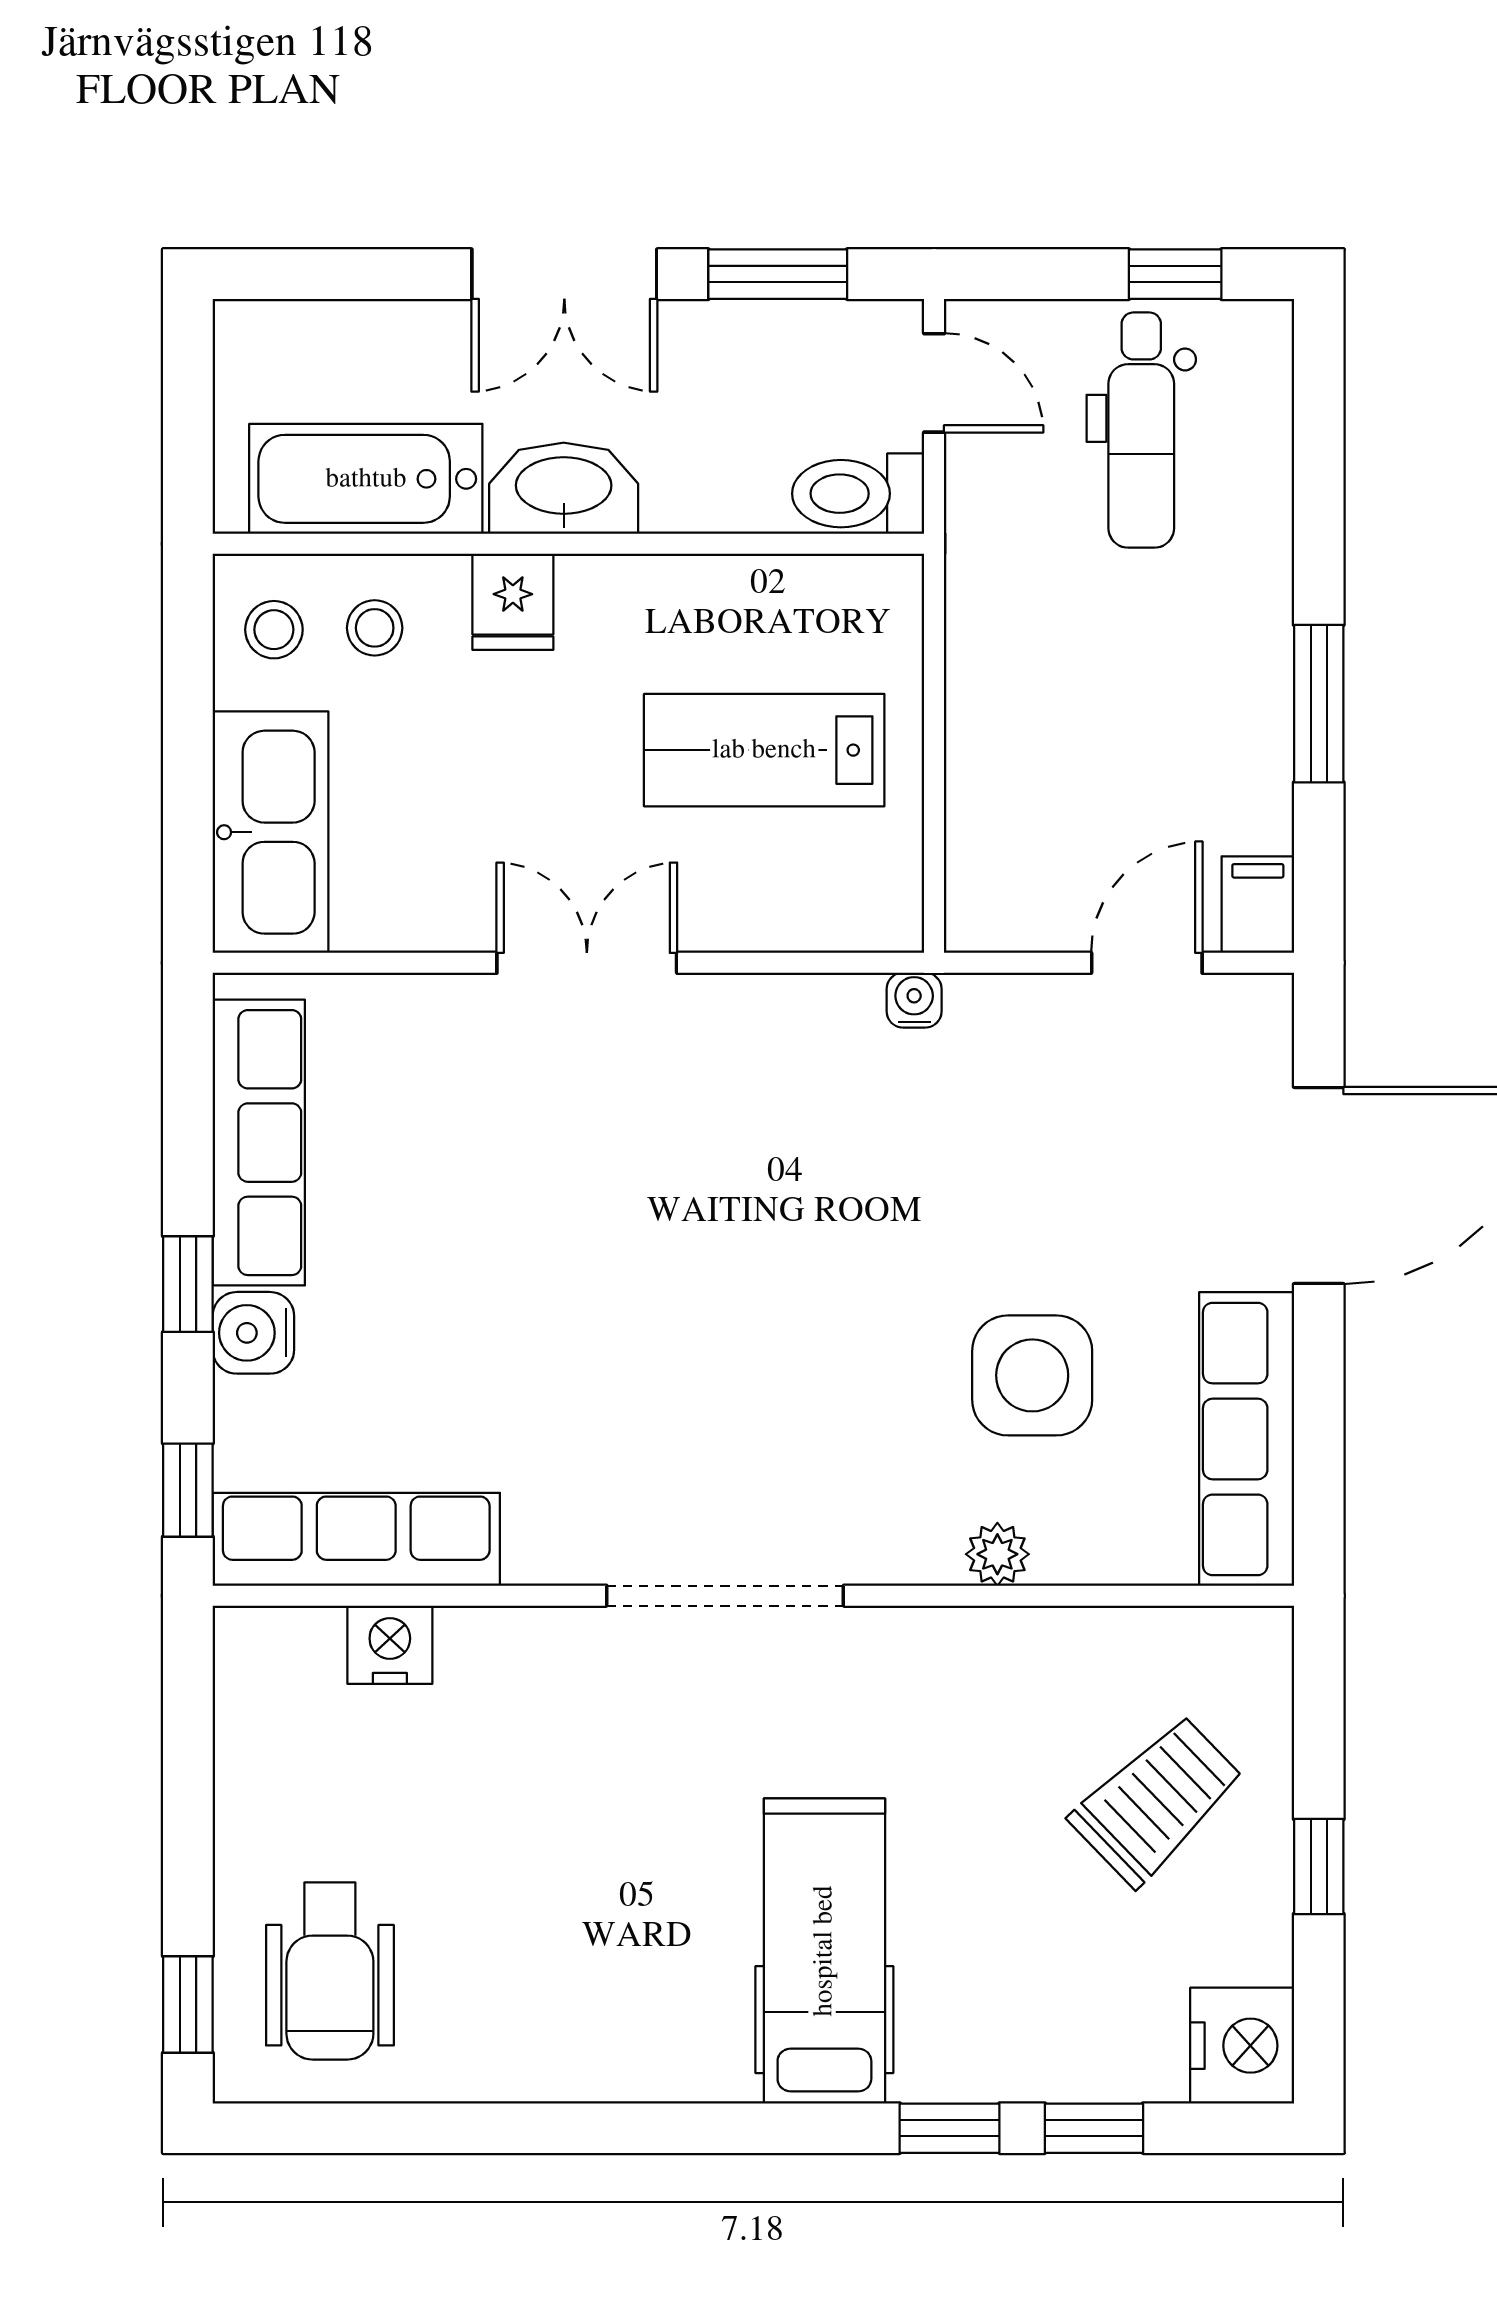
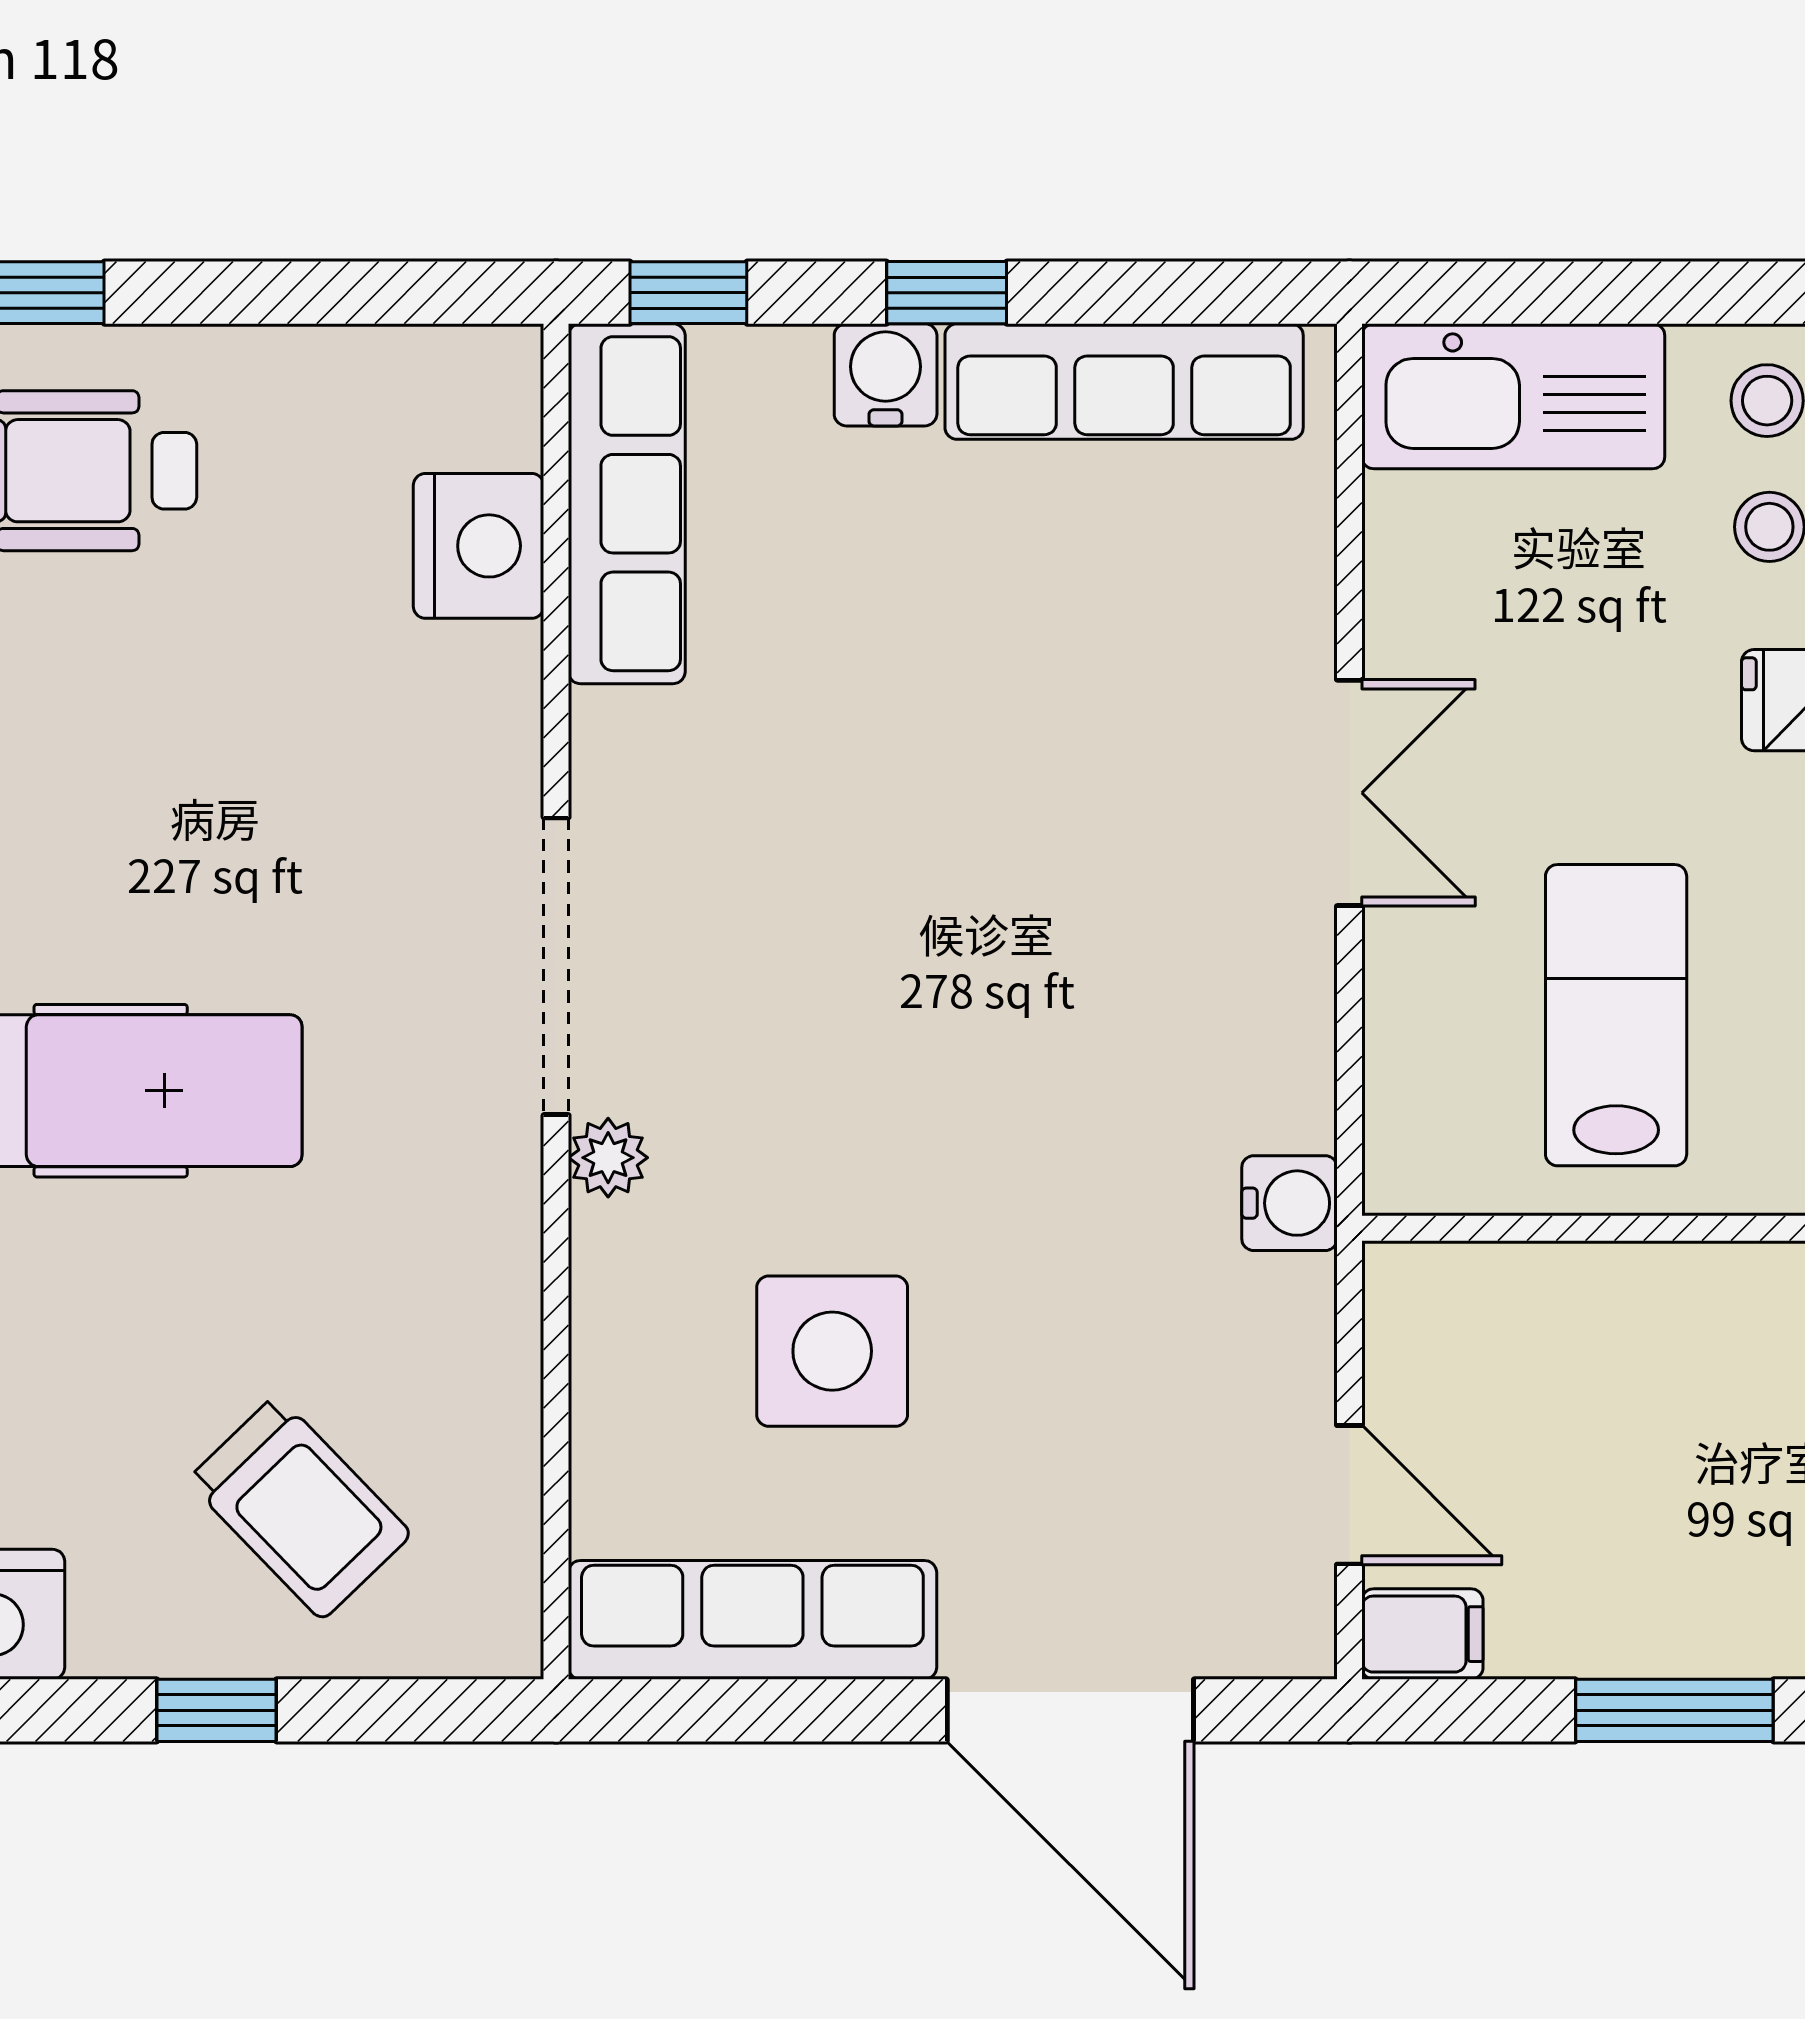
water cooler: (914, 1000) -> (1289, 1203), width x1.38, depth x1.38
plant: (997, 1554) -> (608, 1158), moved
nightstand: (390, 1645) -> (479, 546), width x1.36, depth x1.33

